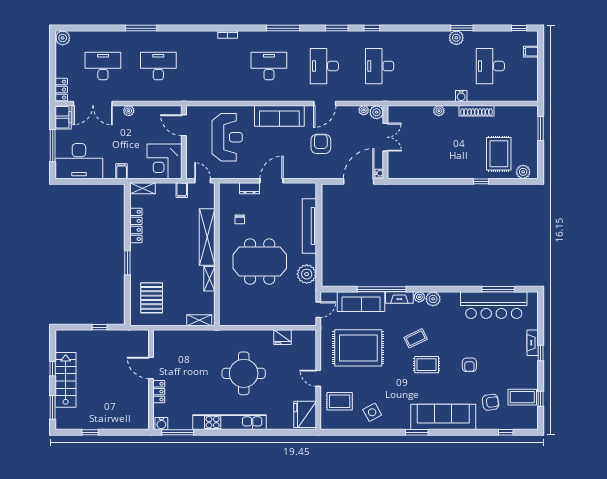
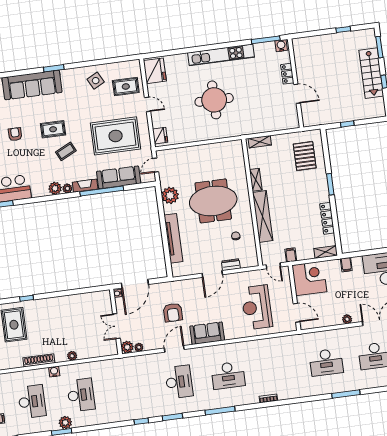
desk: (380, 66) -> (81, 395), moved
sofa: (279, 116) -> (207, 333), width x0.73
fridge: (283, 337) -> (160, 136), moved, turned 90

